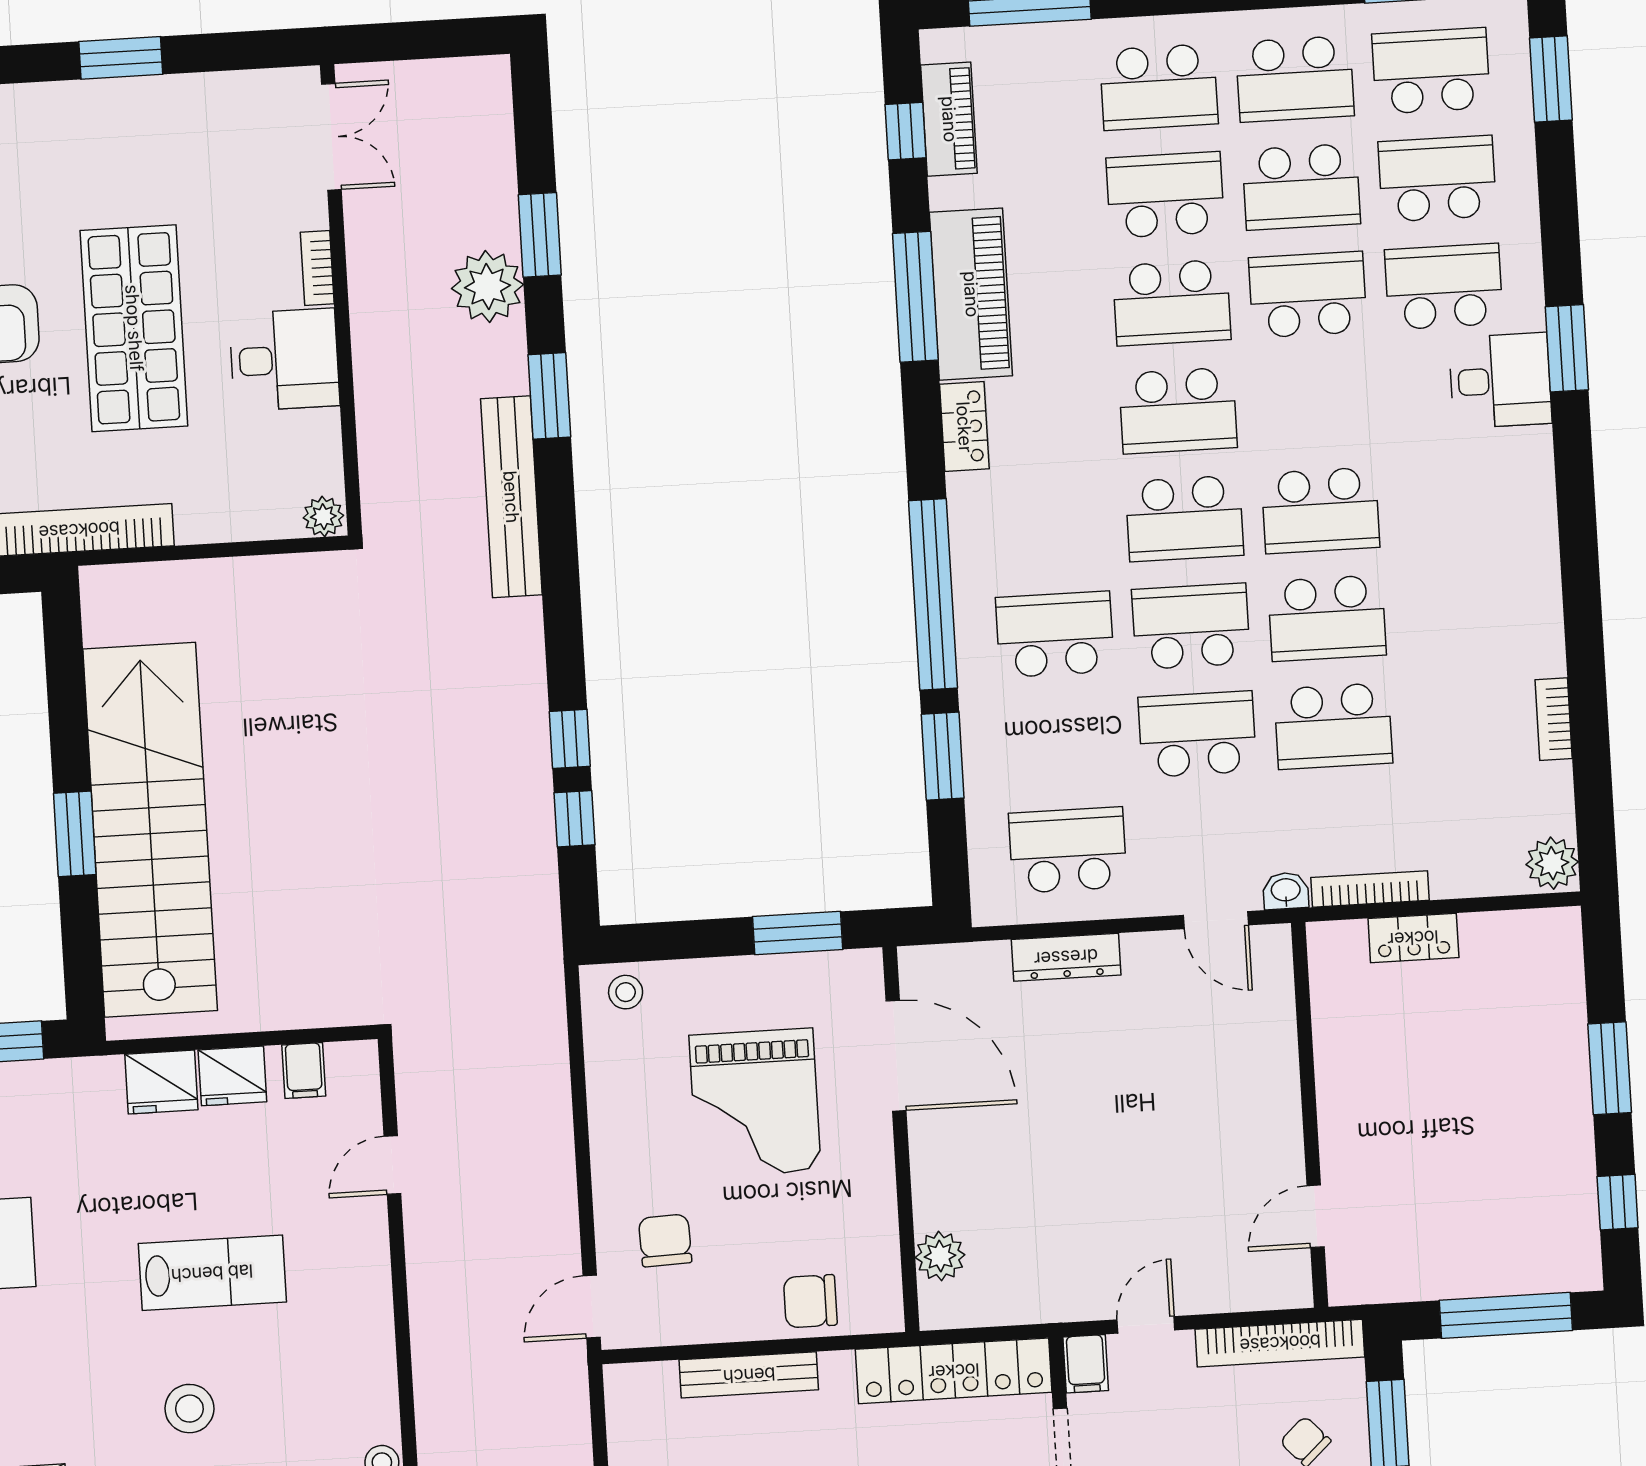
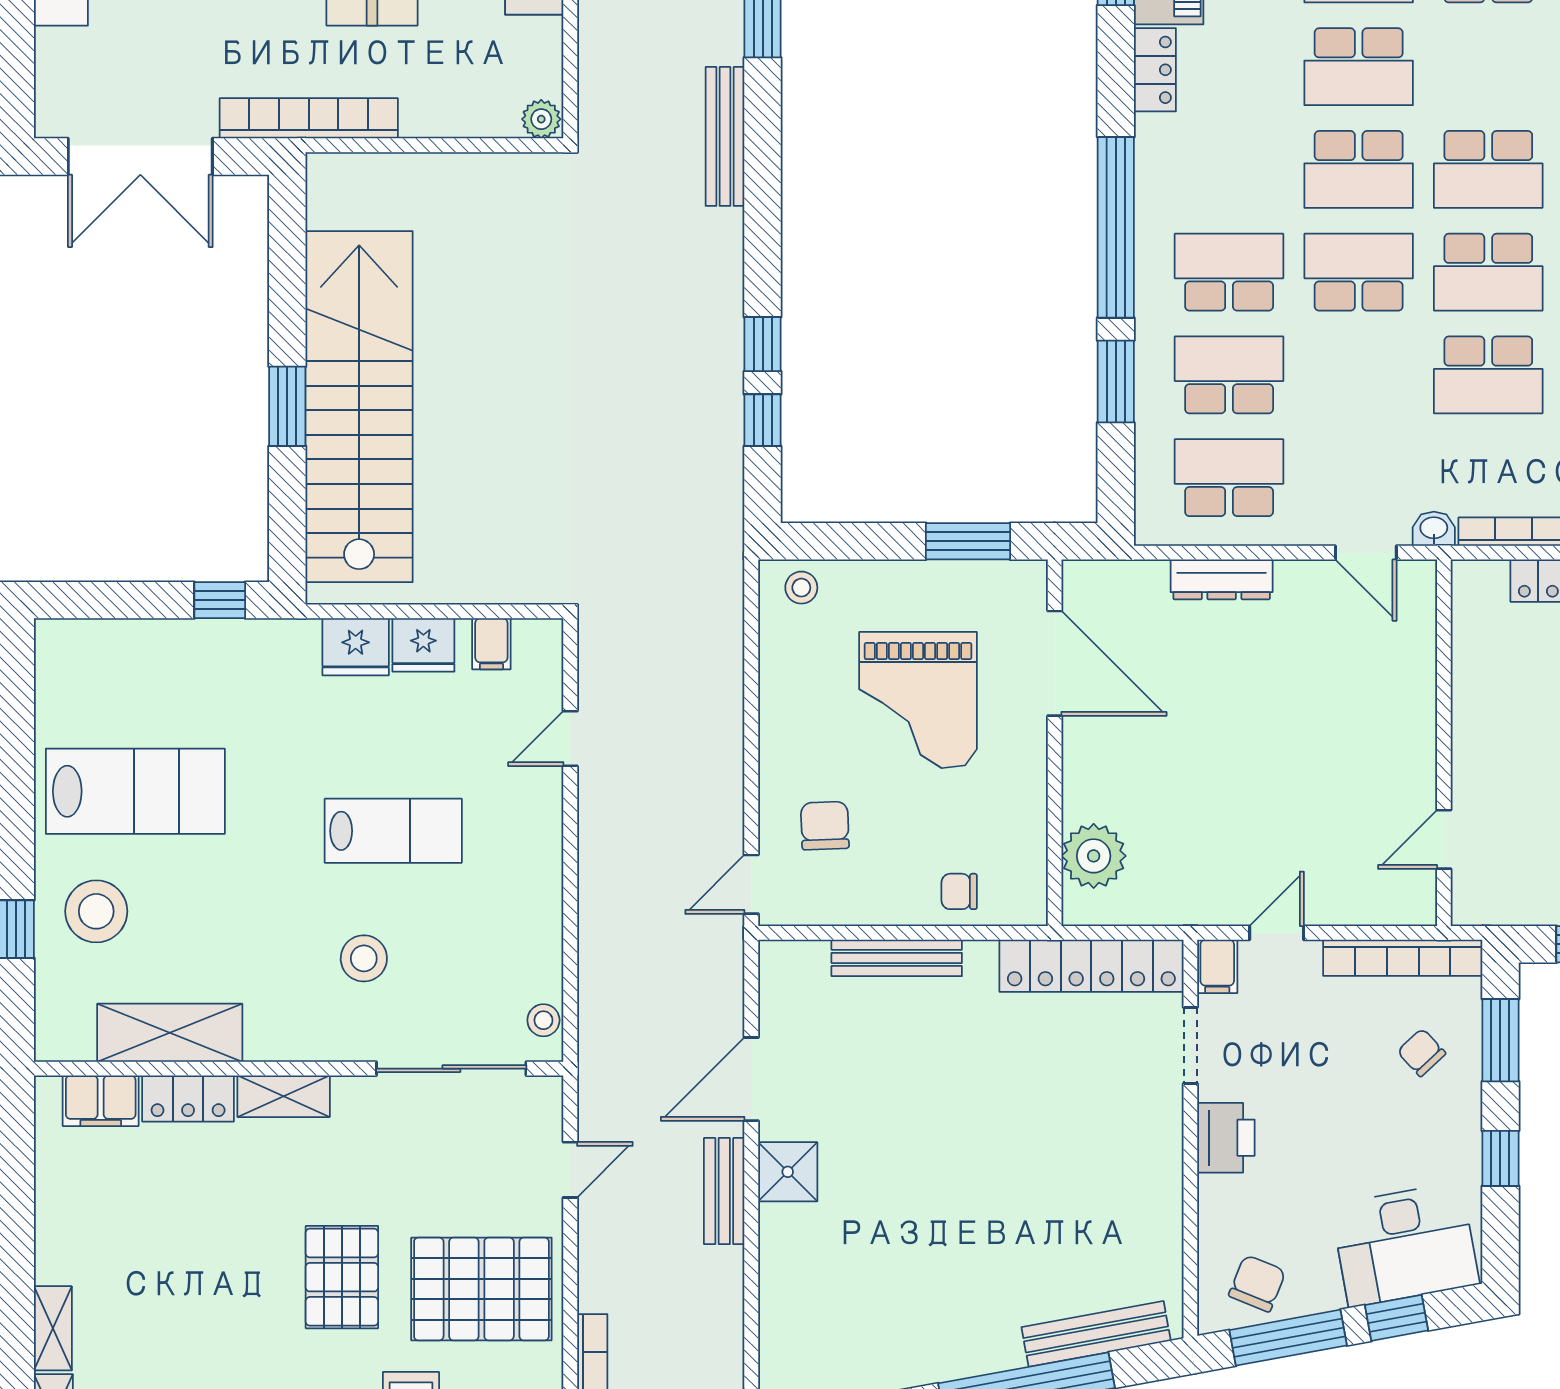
bench: (511, 497) -> (725, 136), width x0.73, depth x0.82
school desk: (1197, 734) -> (1229, 375), moved
plant: (940, 1256) -> (1094, 856), width x1.36, depth x1.36
chair: (810, 1301) -> (959, 891), width x0.73, depth x0.73

